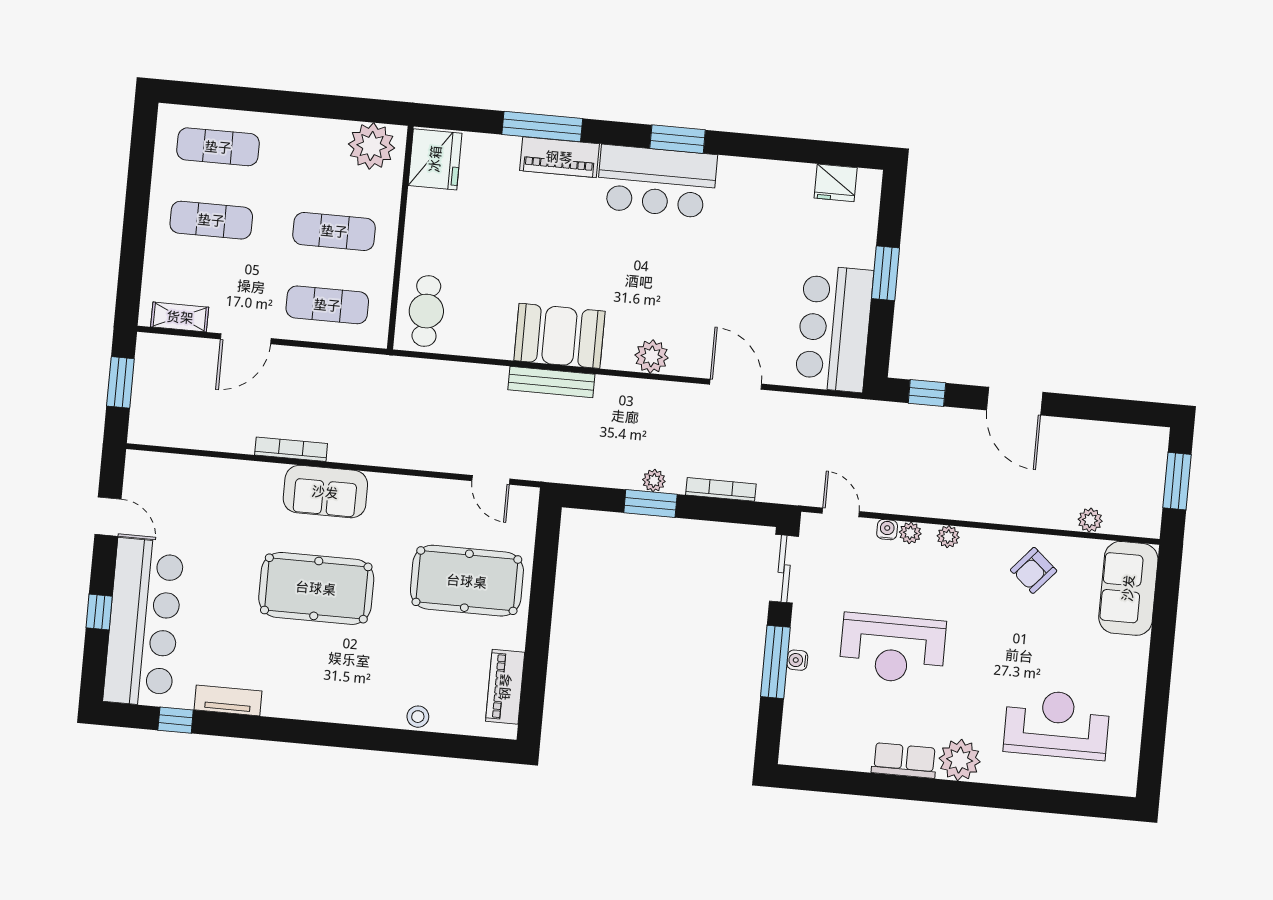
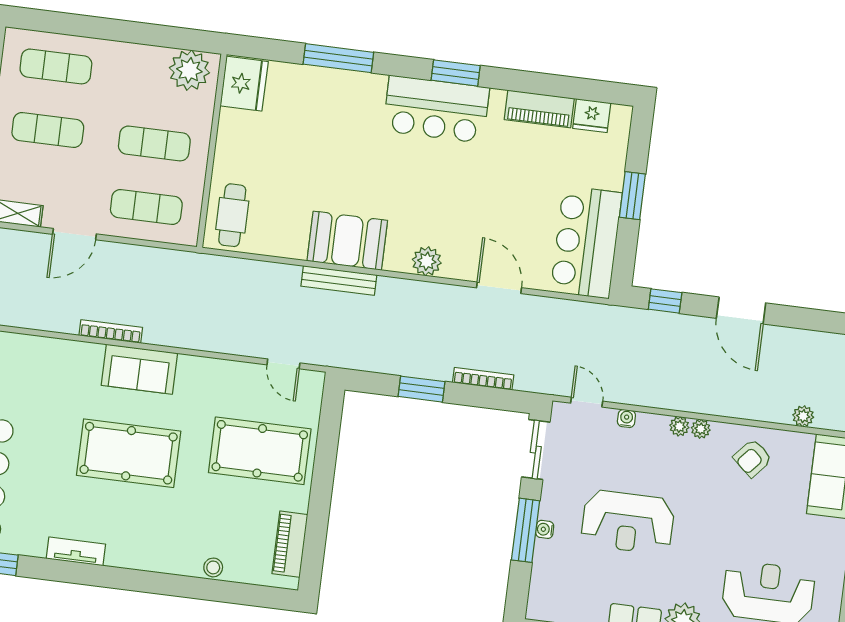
piano: (559, 157) -> (539, 109), moved
plant: (654, 481) -> (425, 369), removed
plant: (910, 533) -> (701, 429), moved
tv unit: (228, 700) -> (76, 551), moved

